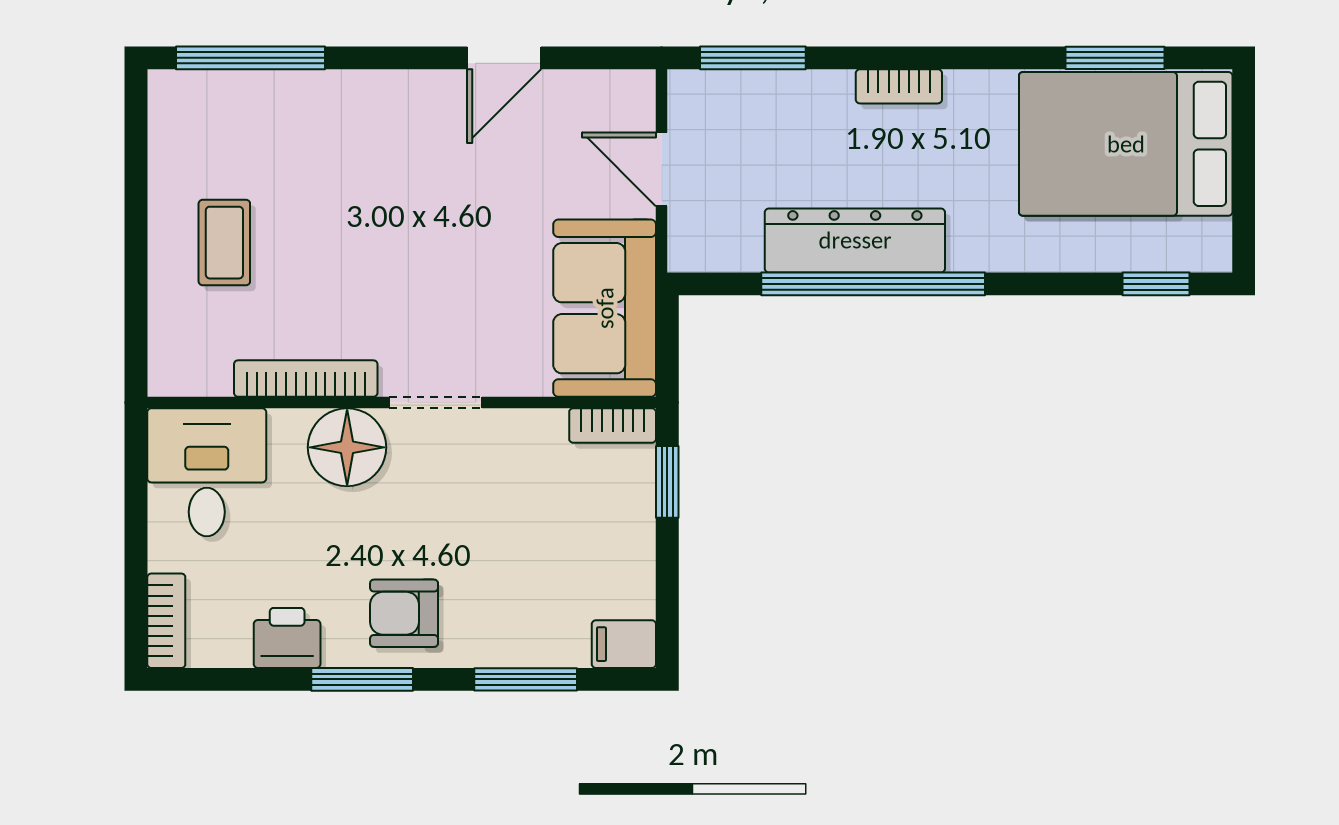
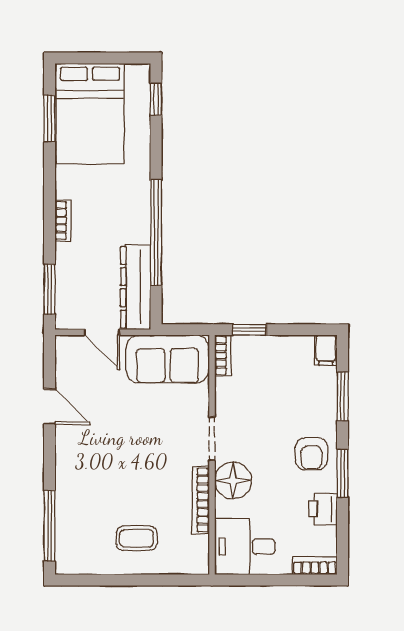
door: (662, 169) -> (102, 332), hinge flipped
dresser: (855, 240) -> (136, 287), moved

